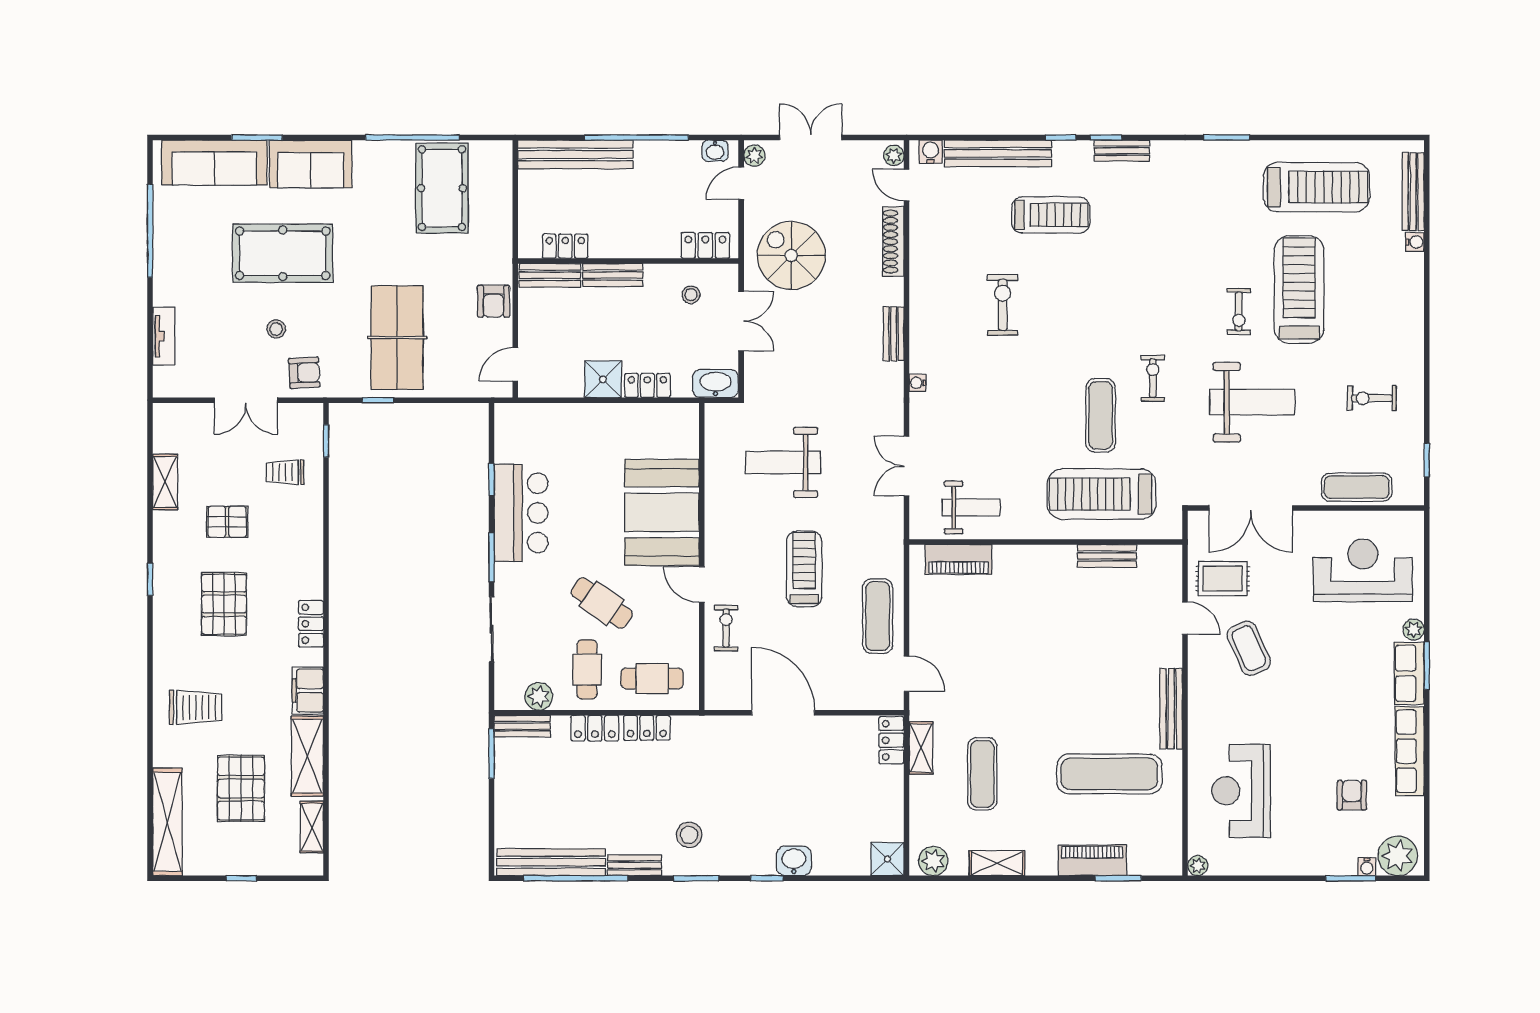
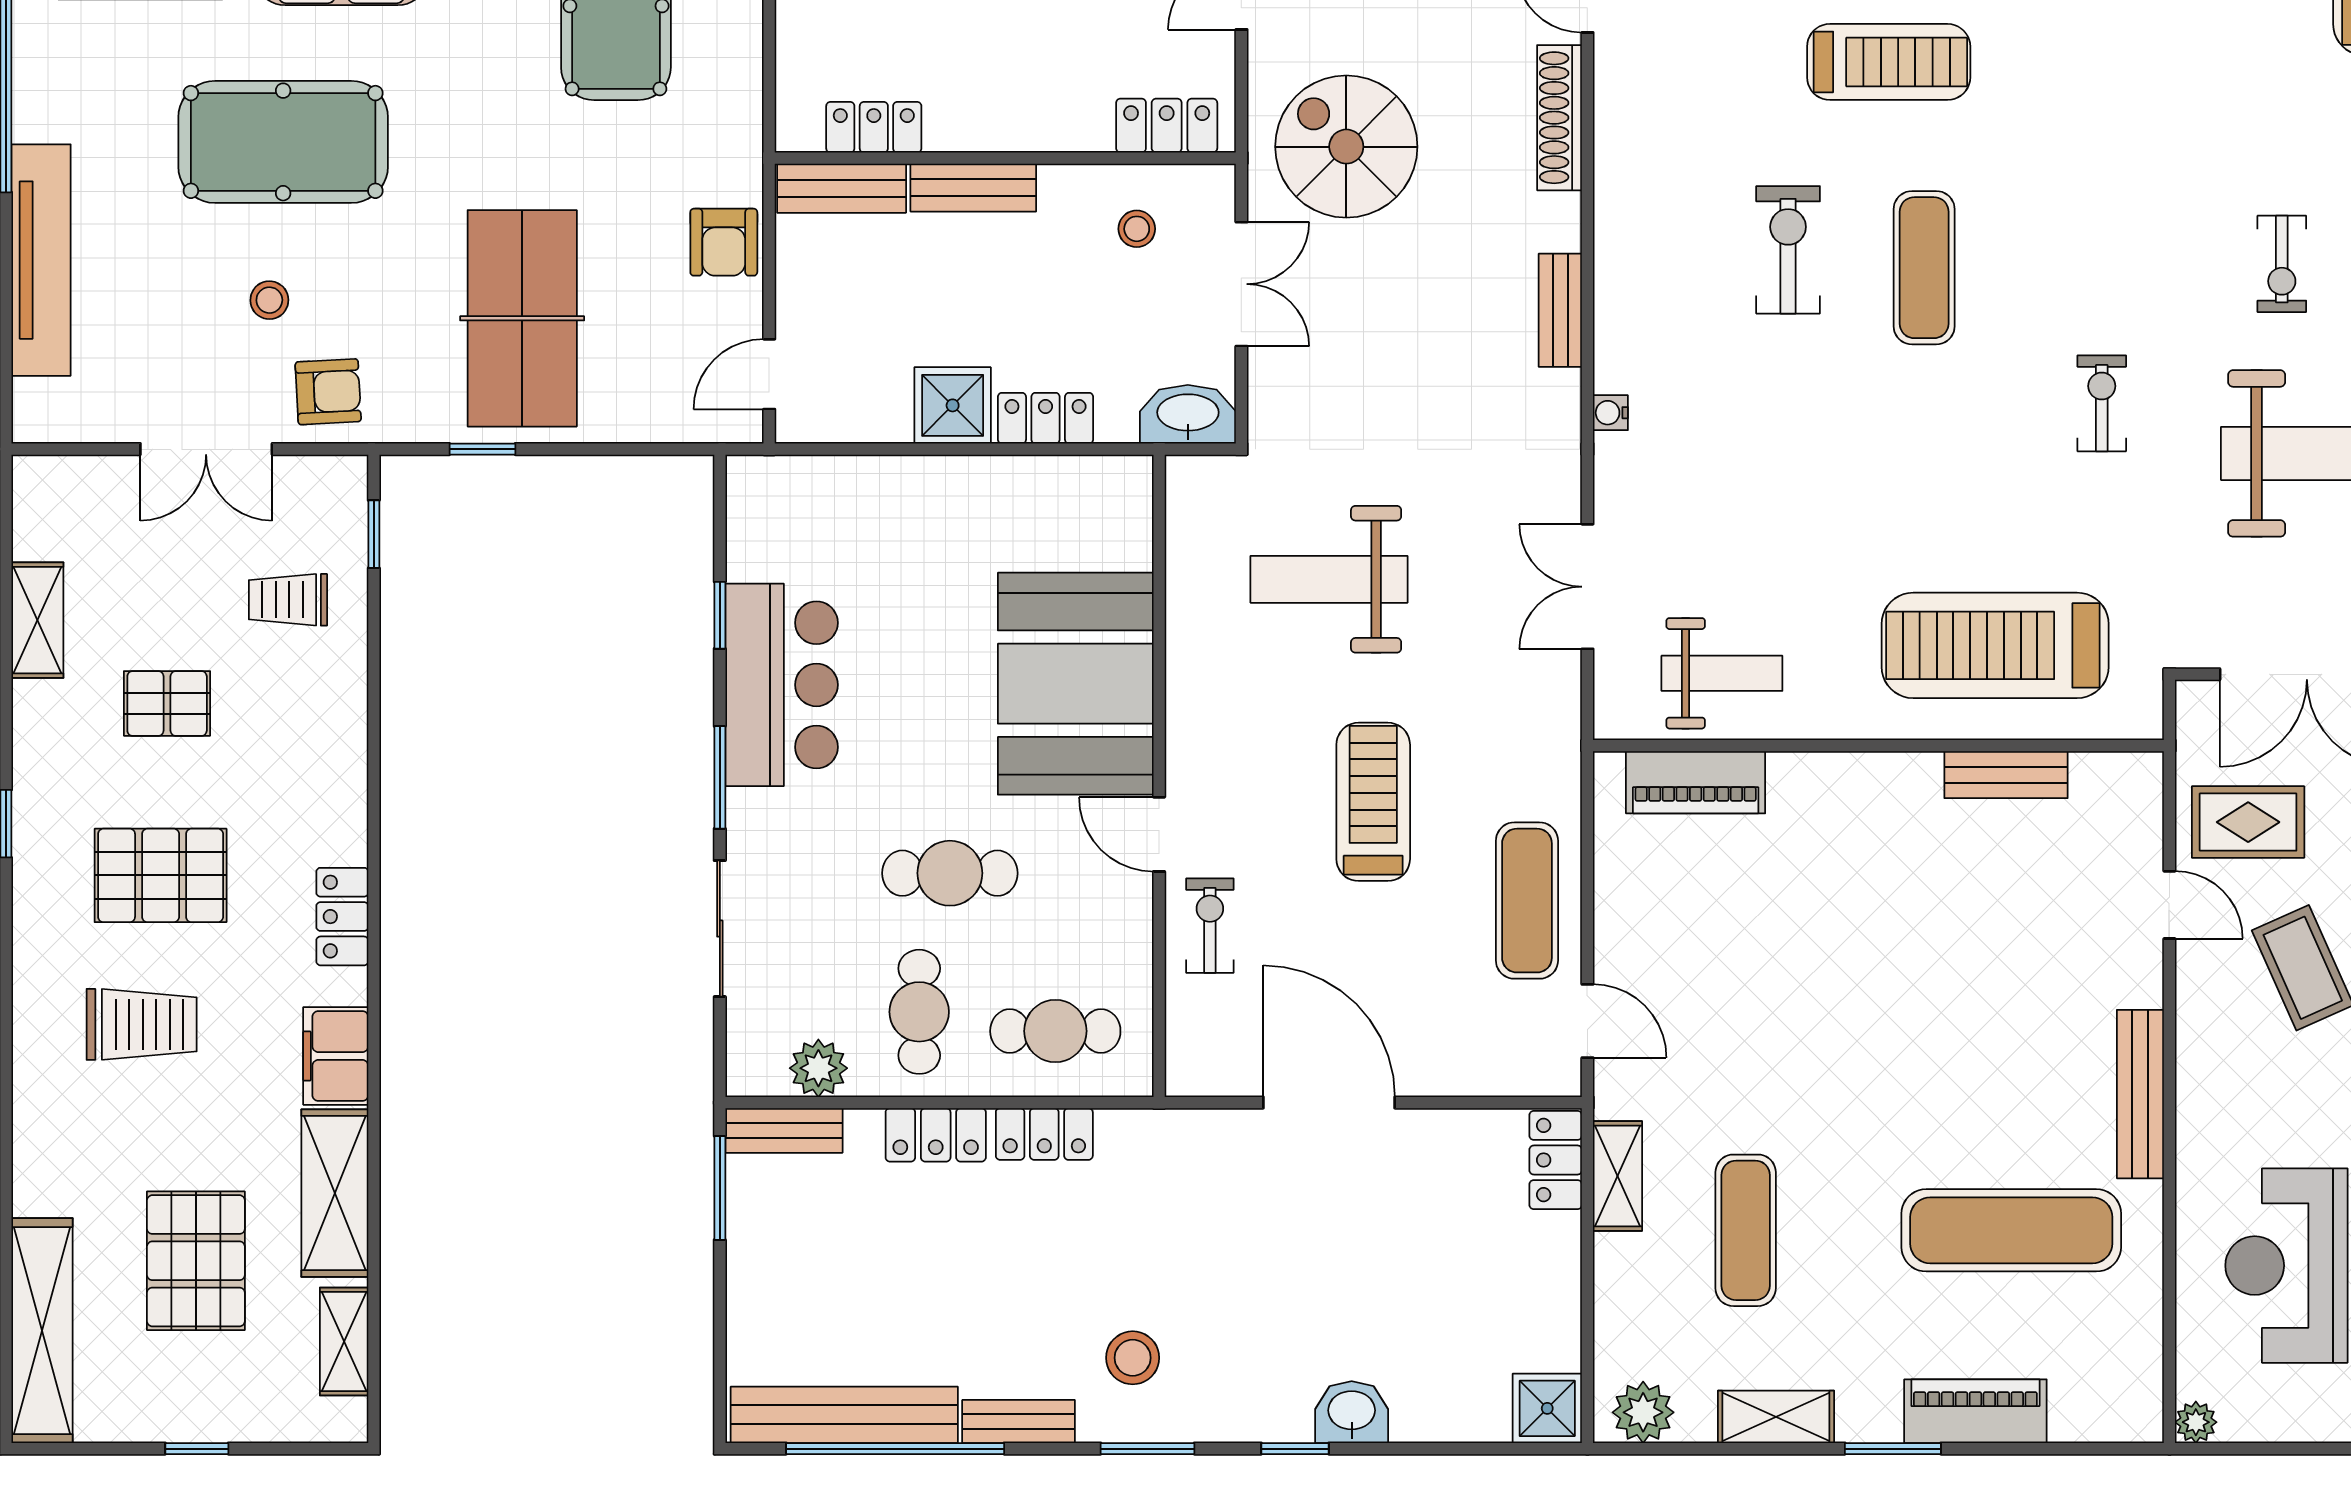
tv unit: (164, 336) -> (41, 260), width x1.92, depth x1.29
exercise mat: (1101, 415) -> (1924, 268), moved
cafe table: (602, 603) -> (950, 873), turned -35
pallet: (224, 604) -> (161, 875), turned 90
trolley: (196, 707) -> (142, 1024), moved
window: (1118, 878) -> (1893, 1449), moved

